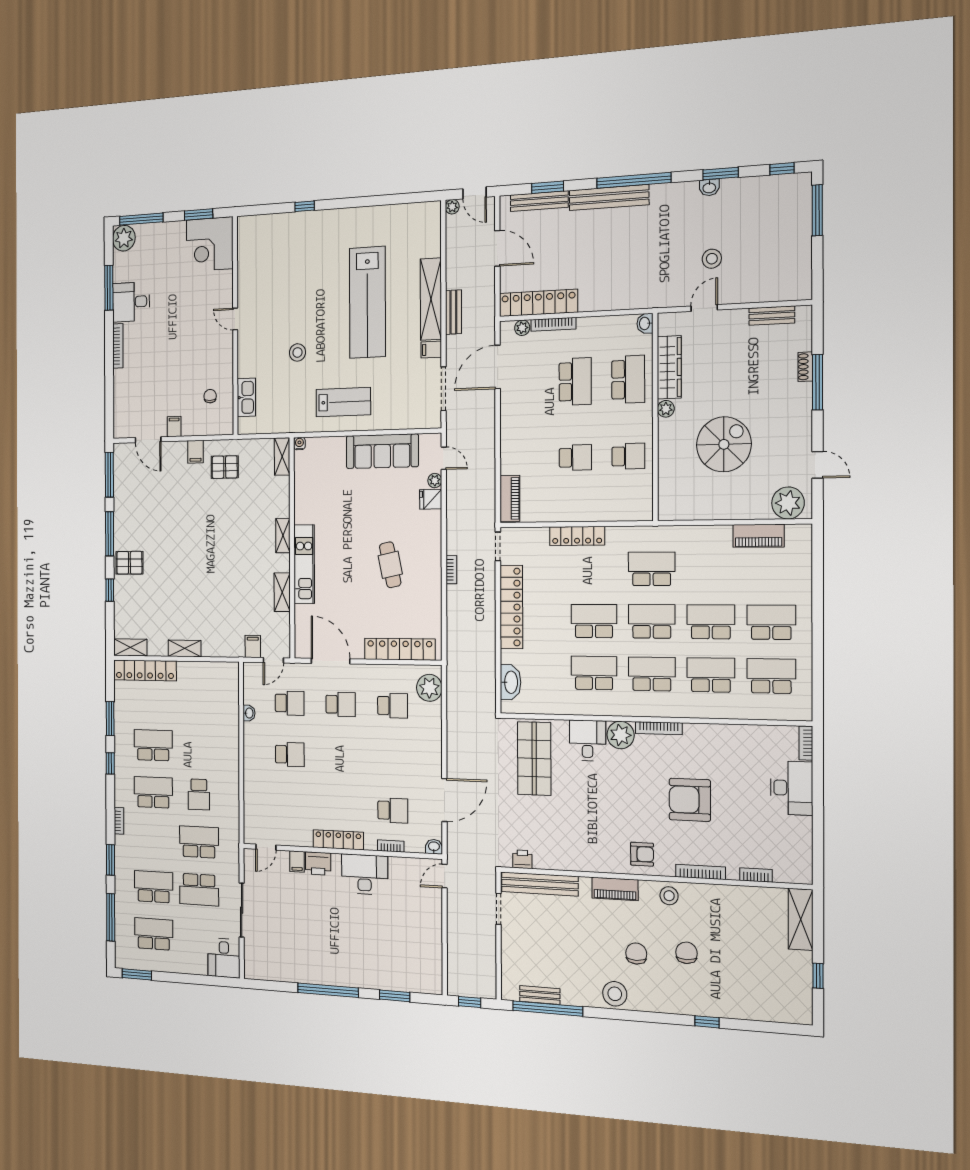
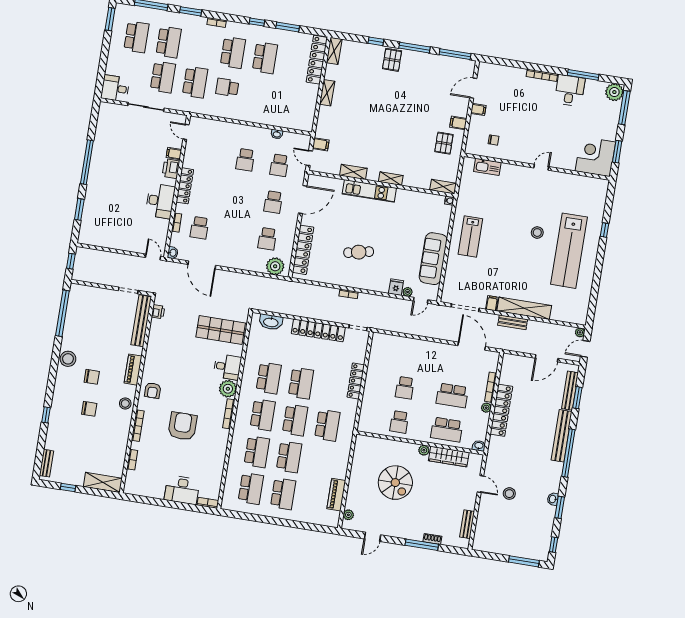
lab bench: (367, 302) -> (569, 251), moved, turned -90
locker: (538, 303) -> (501, 410), moved
plant: (522, 328) -> (486, 408), moved
stool: (297, 352) -> (537, 233), moved
piano: (510, 498) -> (387, 341), removed
plant: (788, 503) -> (348, 515), width x0.53, depth x0.53
school desk: (199, 890) -> (163, 77), turned 180
bench: (540, 995) -> (46, 463), moved

